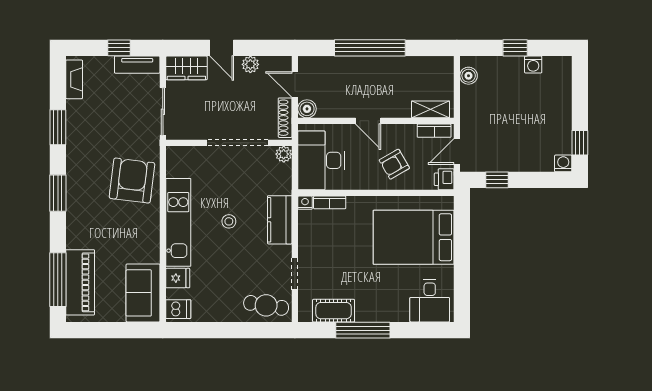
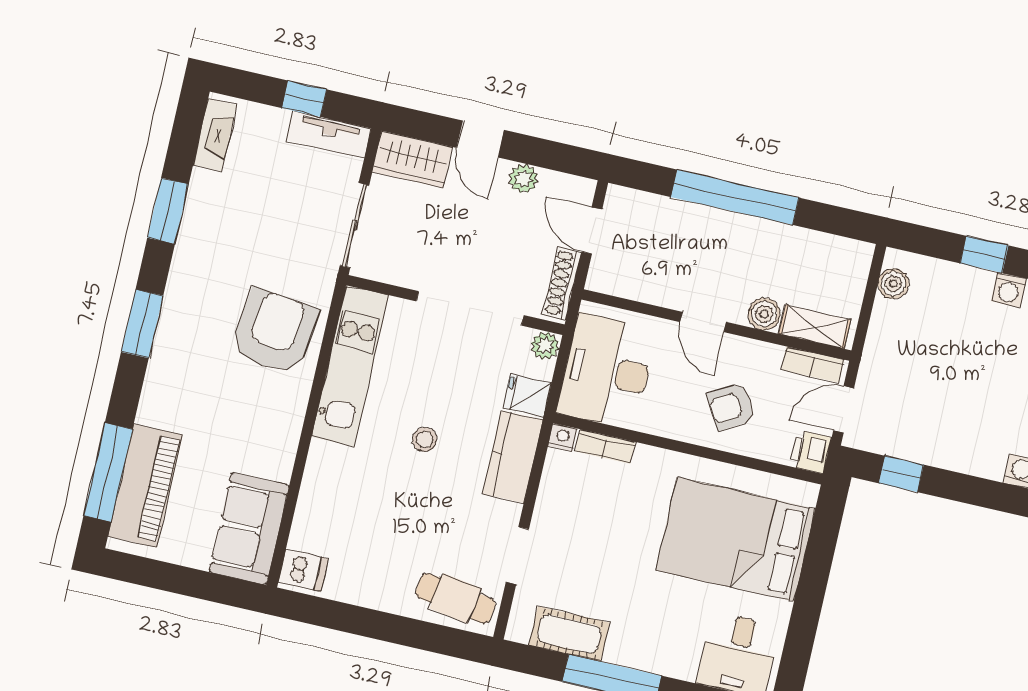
boiler: (307, 109) -> (764, 314), moved
kitchen unit: (178, 222) -> (350, 366), moved
fridge: (178, 278) -> (527, 395), moved, turned 180

